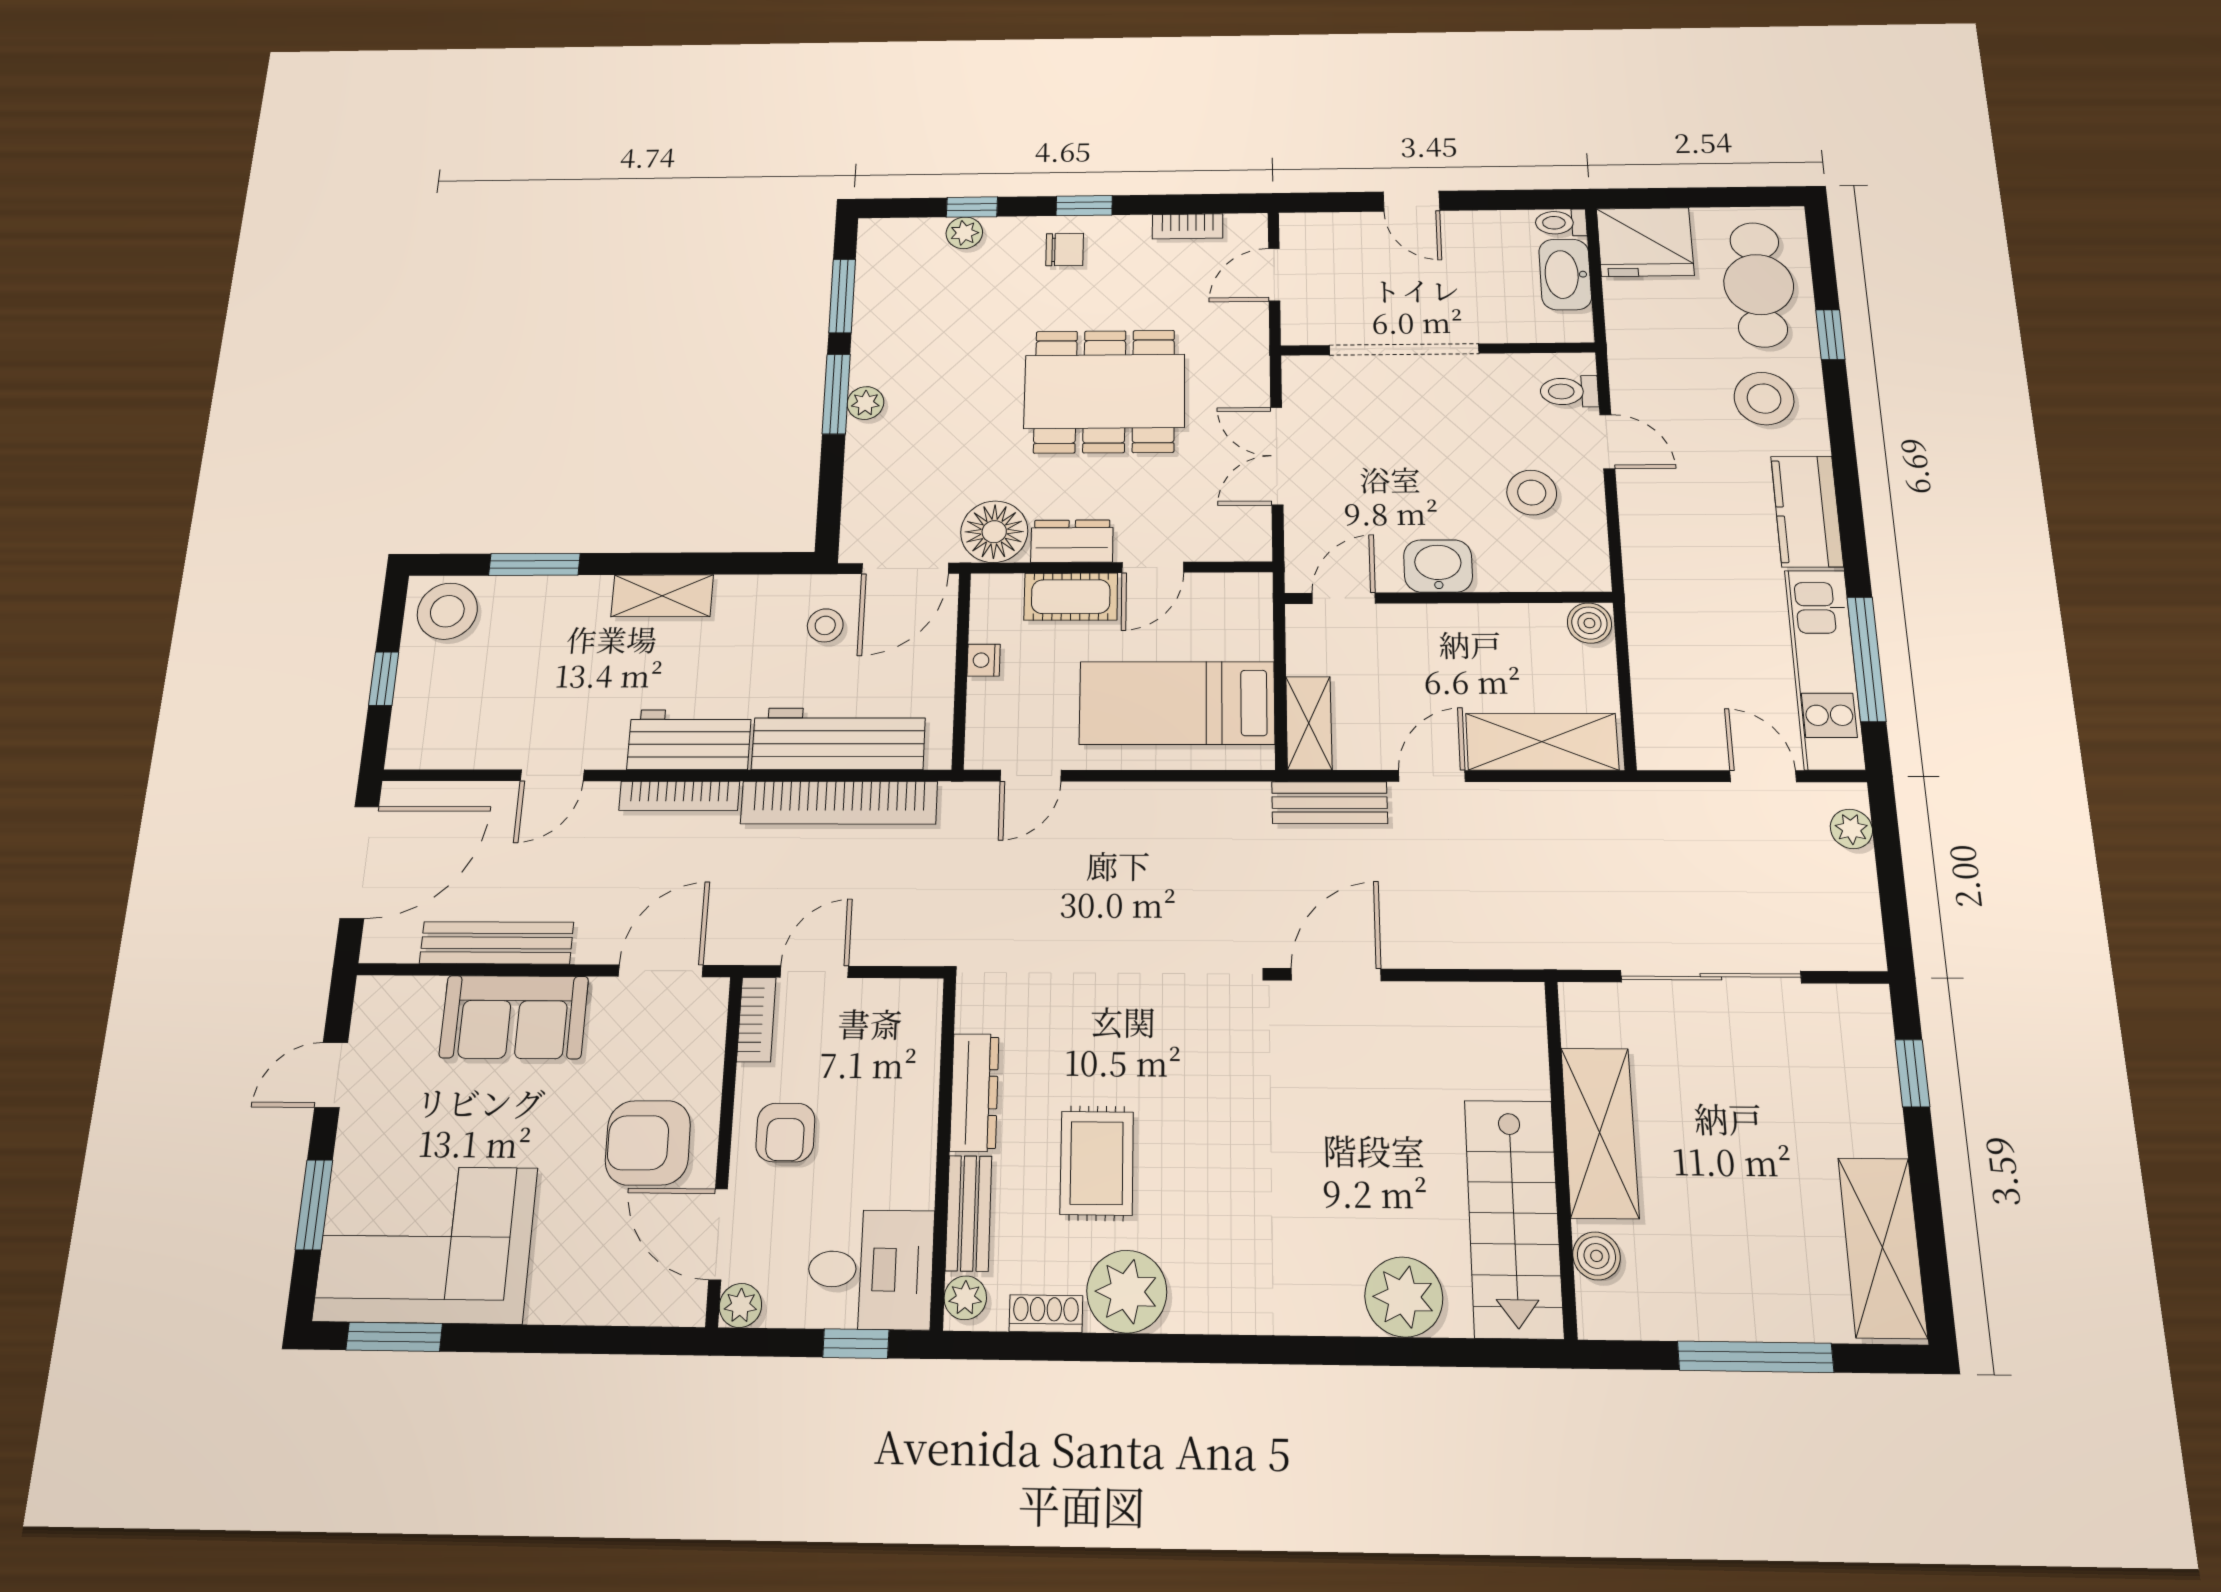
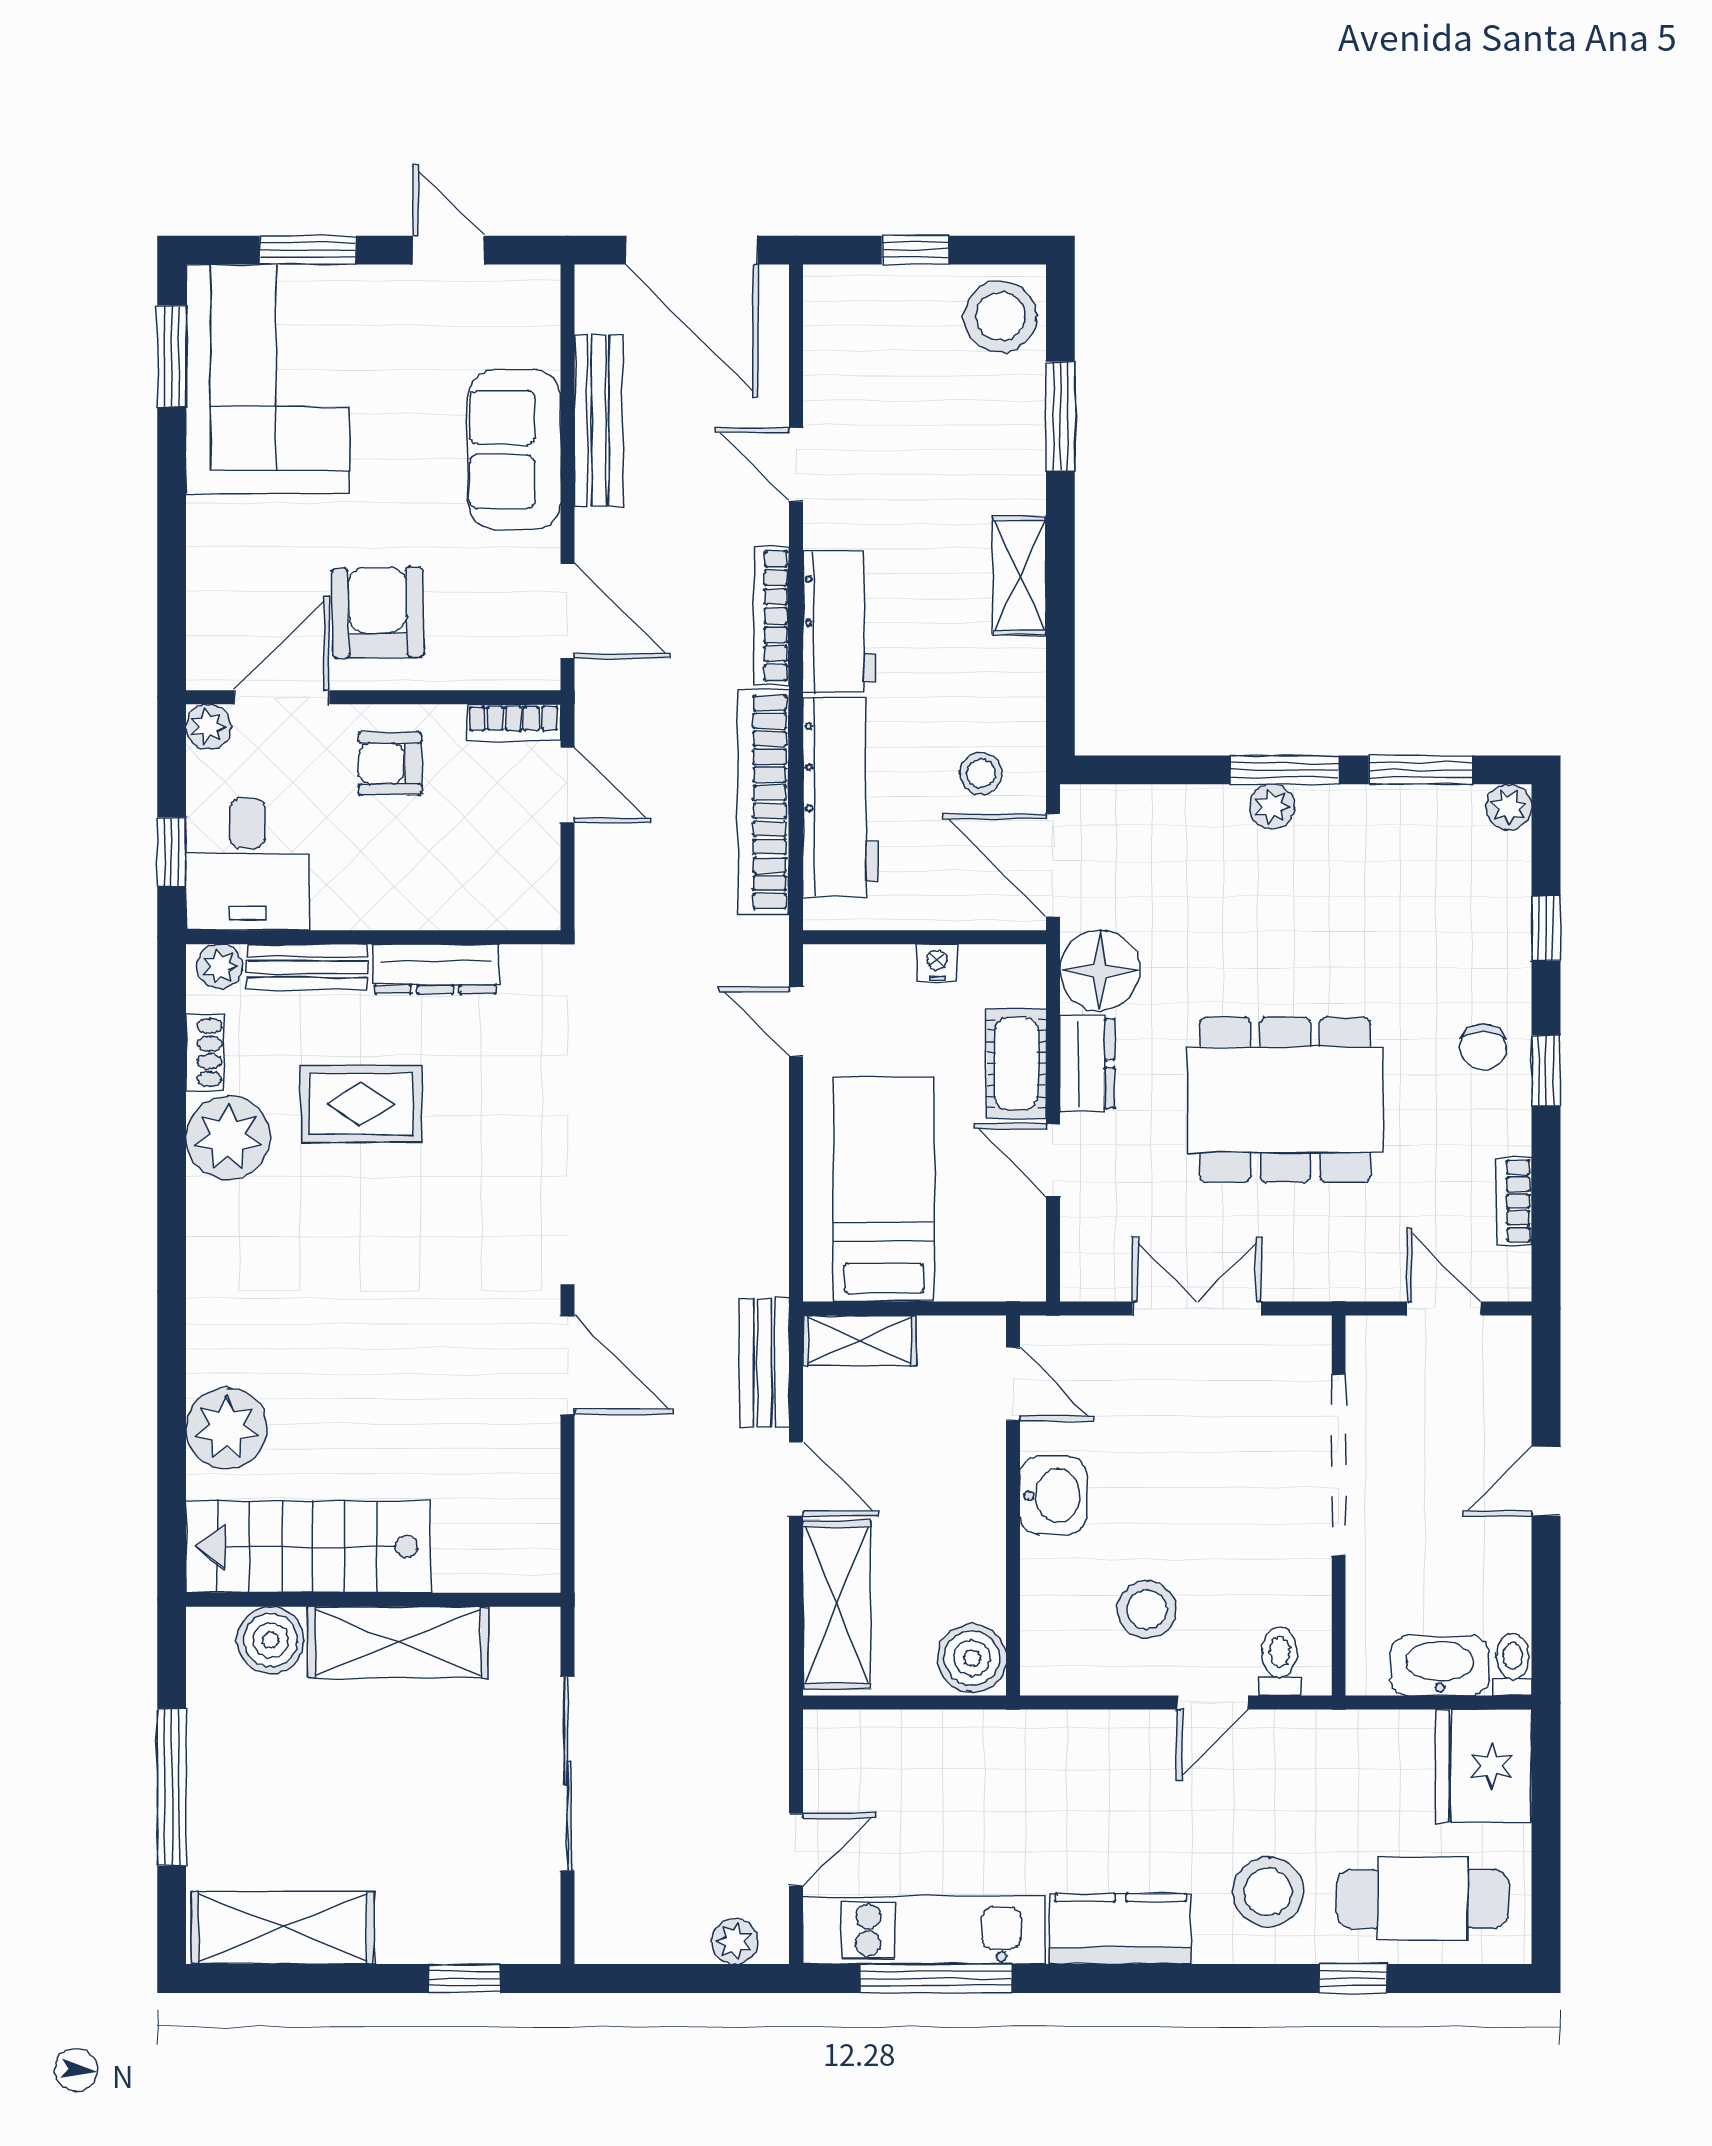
plant: (964, 233) -> (1509, 807), moved
dining table: (1104, 391) -> (1285, 1100), turned 90
boiler: (1589, 623) -> (972, 1658), width x1.36, depth x1.36
boiler: (1596, 1256) -> (270, 1640), width x1.36, depth x1.36

